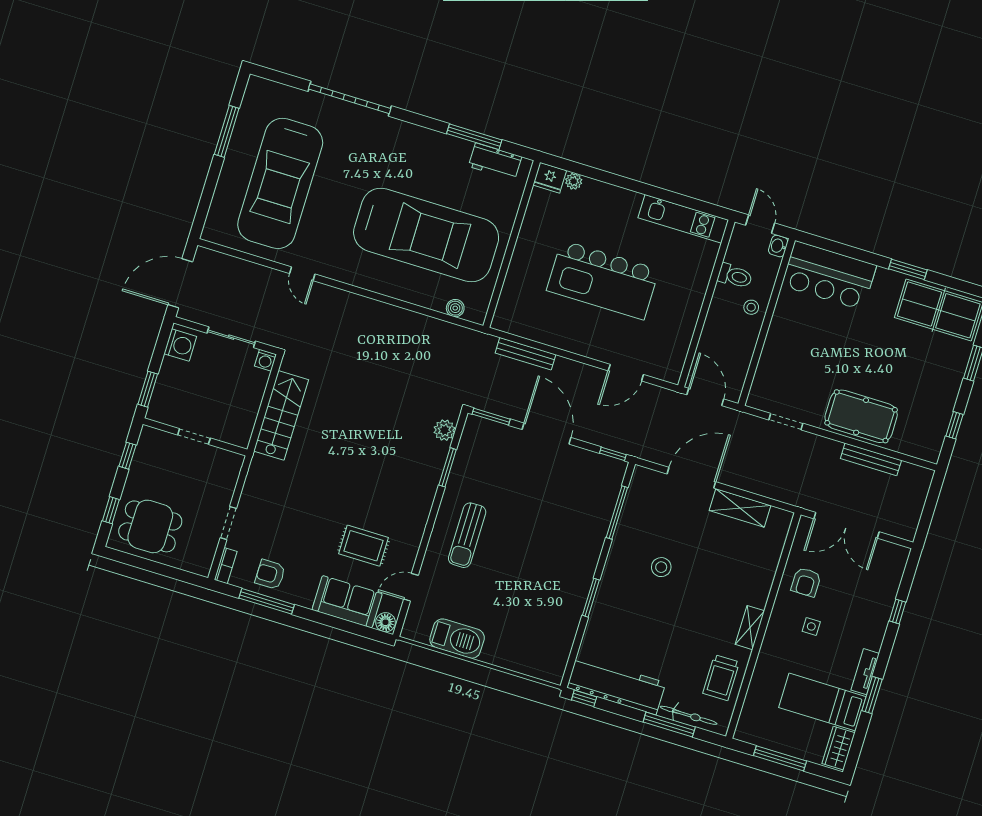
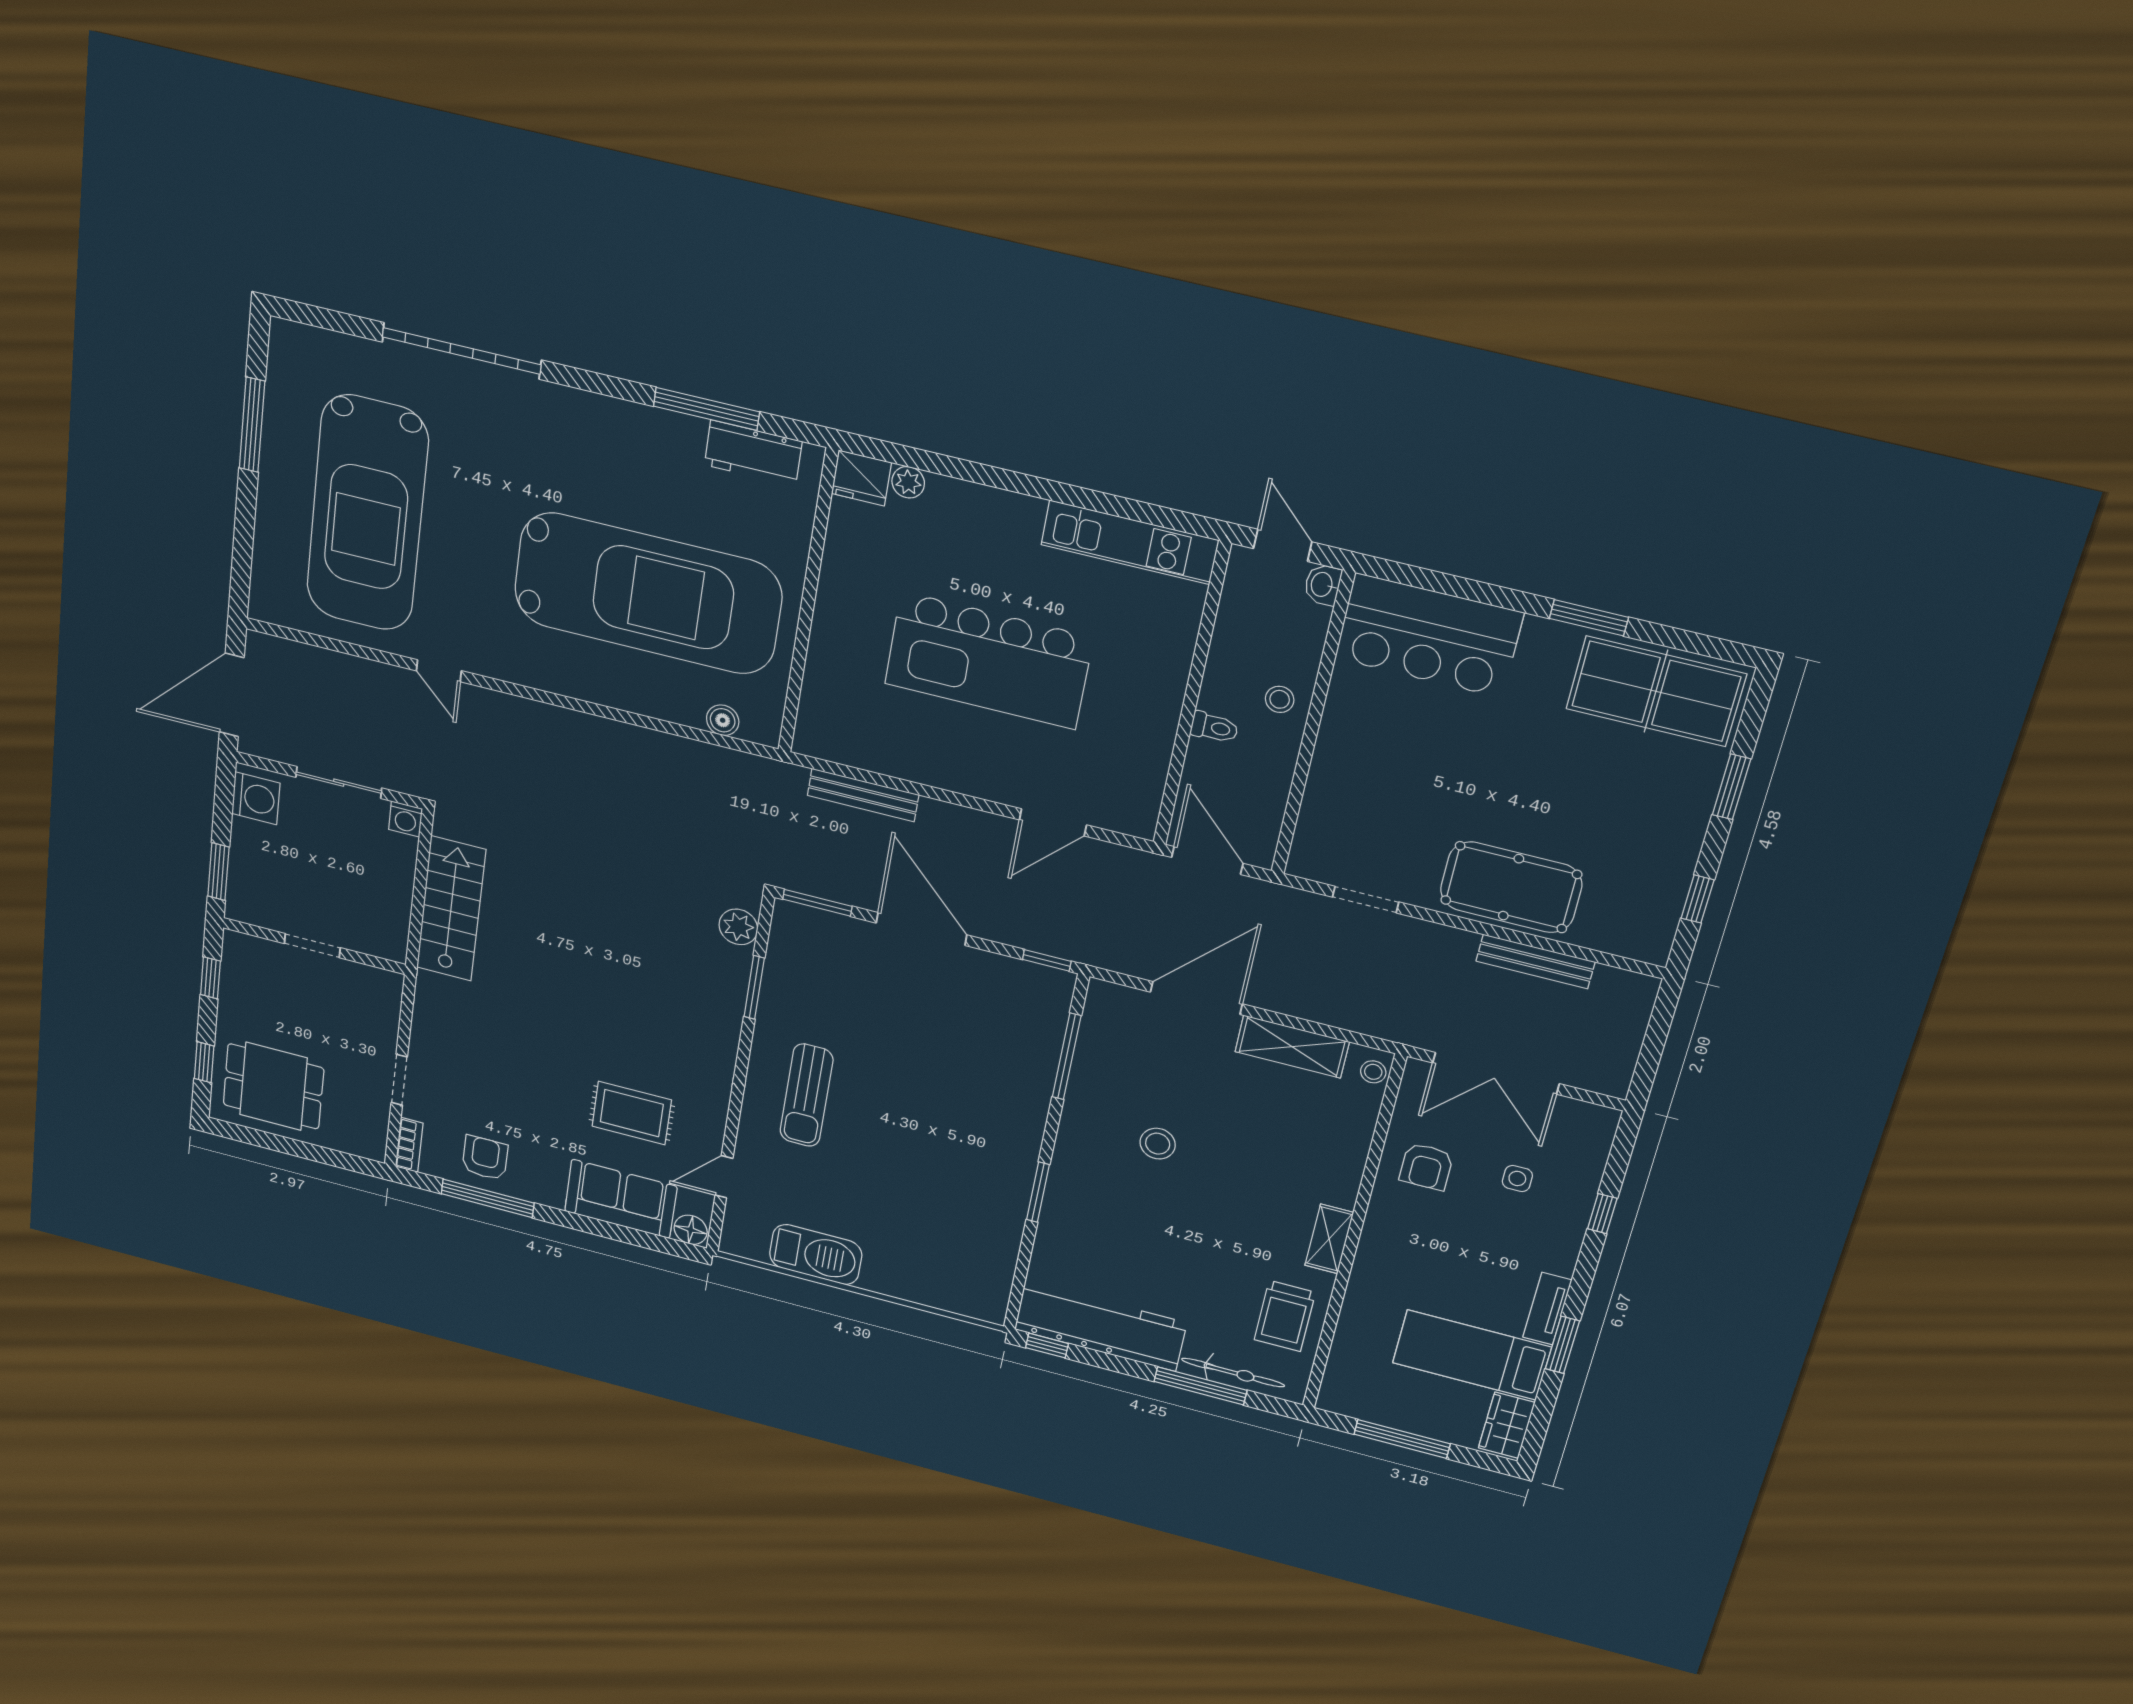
toilet: (735, 276) -> (1214, 727), moved, width x0.73, depth x0.72
stool: (782, 524) -> (1373, 1072), added
armchair: (270, 574) -> (485, 1158), turned 90
side table: (811, 626) -> (1517, 1178), moved

